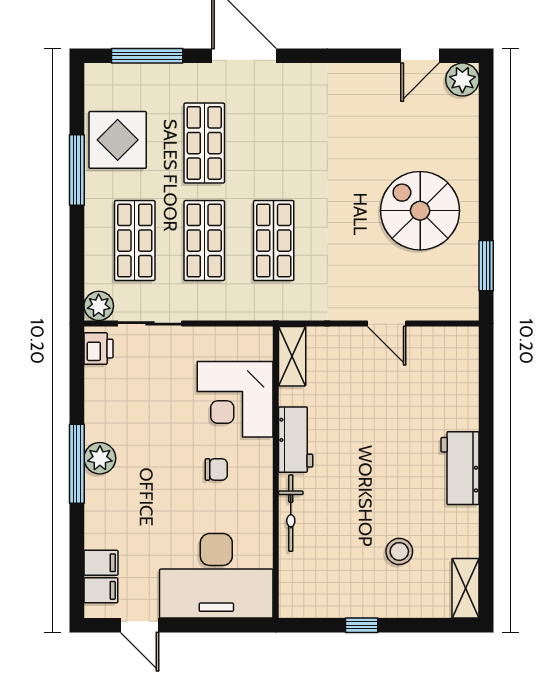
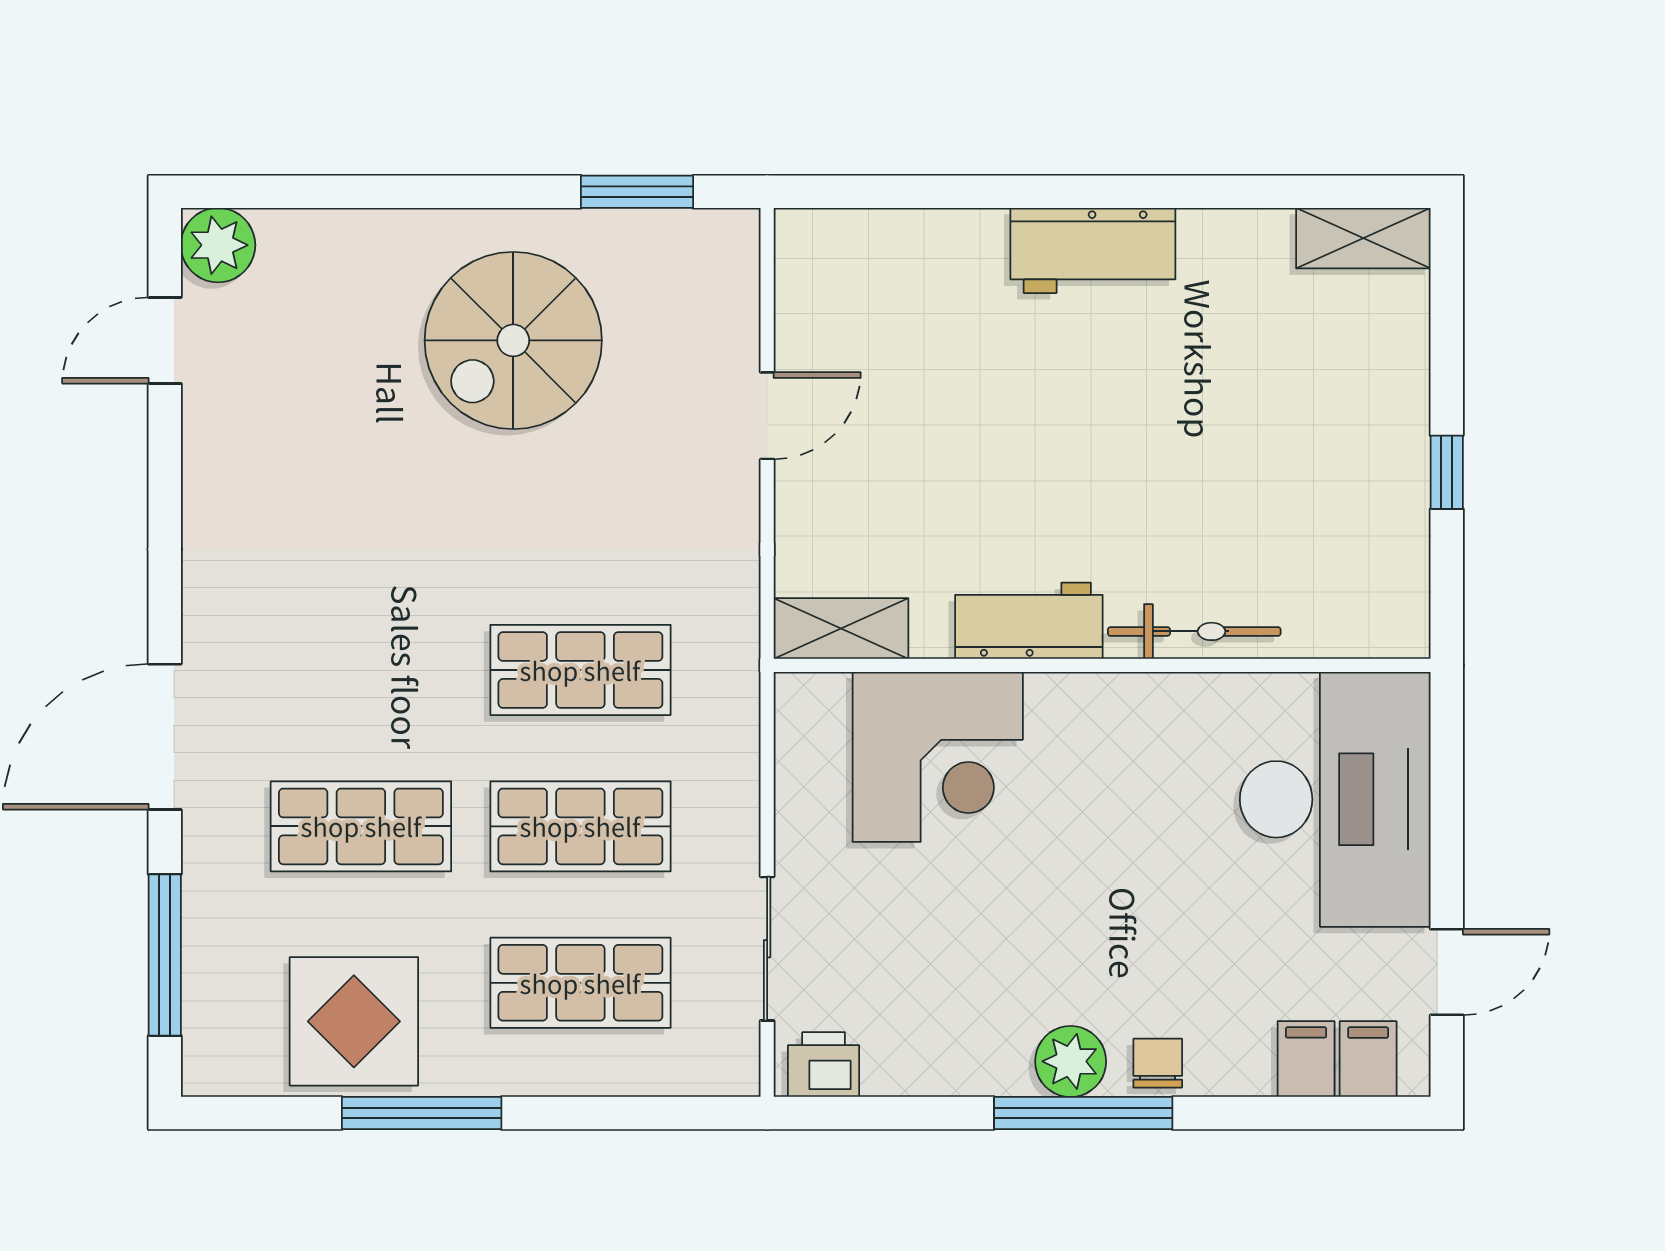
door: (420, 56) -> (165, 340), swing flipped
plant: (99, 306) -> (728, 1064), removed
chair: (216, 469) -> (1158, 1063), moved
stool: (399, 551) -> (1281, 387), removed

